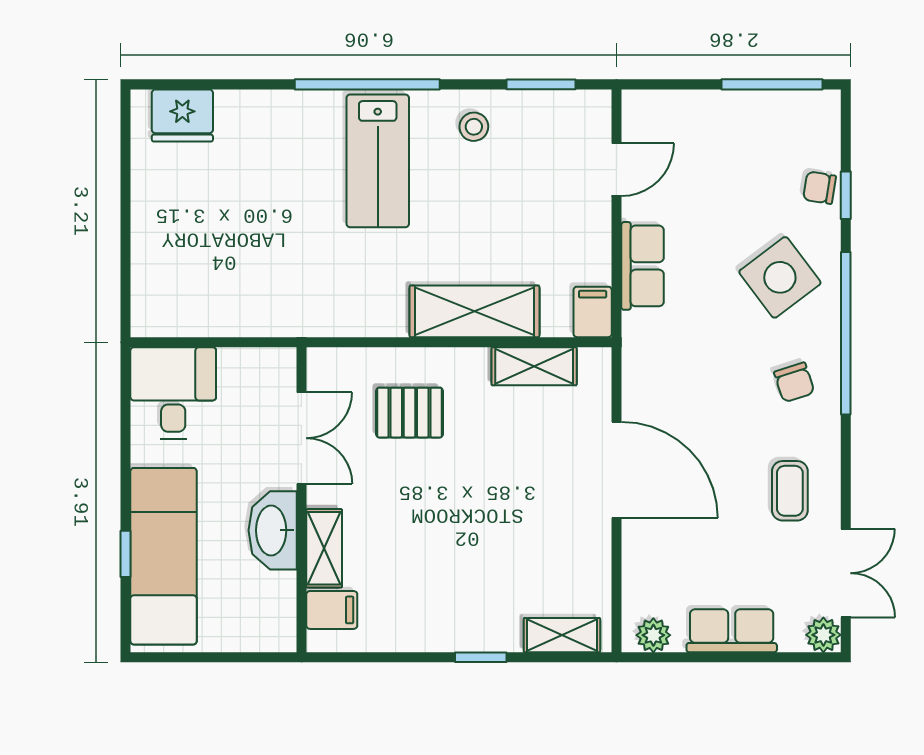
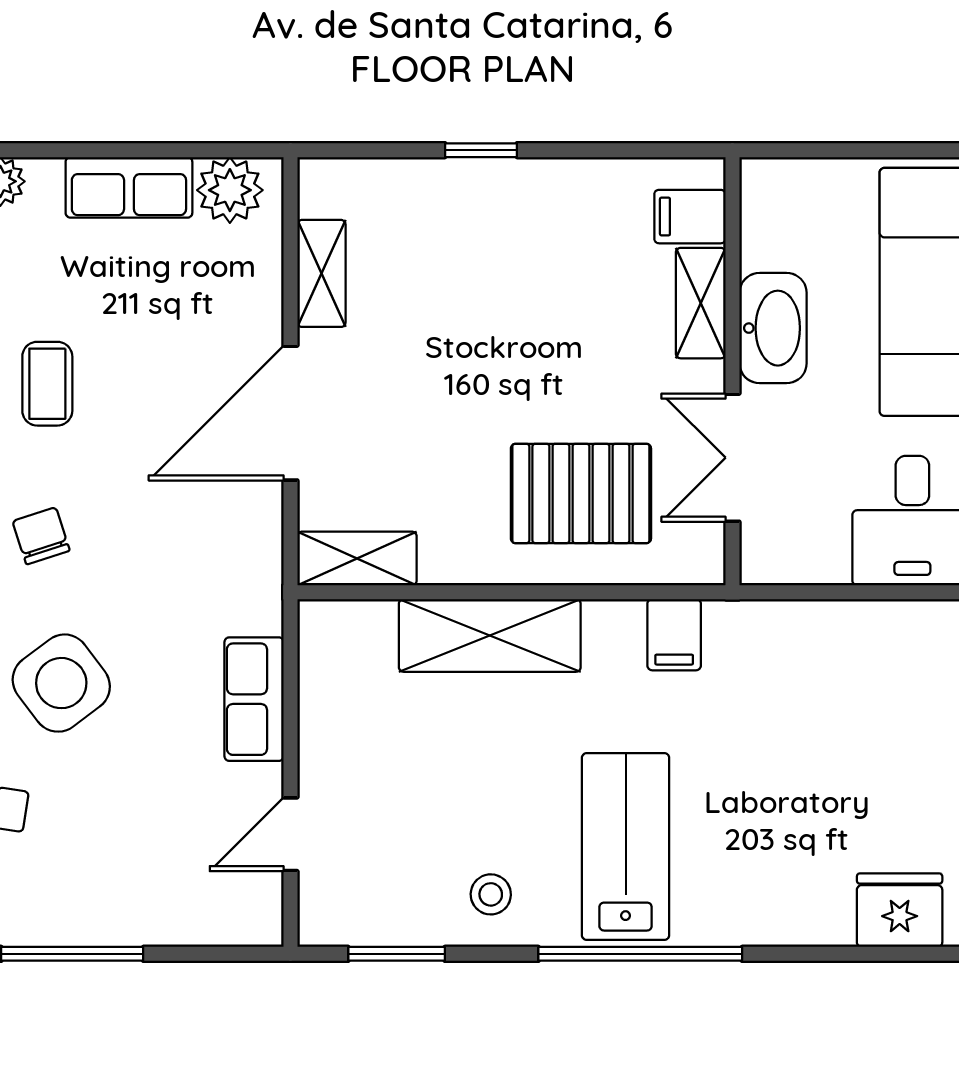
filing cabinet: (593, 312) -> (674, 635), moved
shelving: (534, 366) -> (357, 558), moved
pallet: (410, 413) -> (581, 493), width x1.50, depth x1.42
door: (617, 470) -> (290, 413), hinge flipped
shelving: (562, 635) -> (321, 273), moved, turned 90
plant: (653, 635) -> (230, 190), width x1.38, depth x1.38

